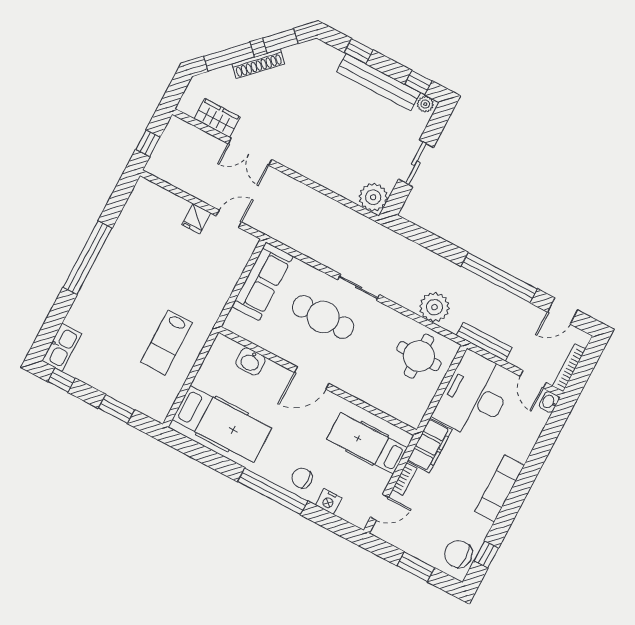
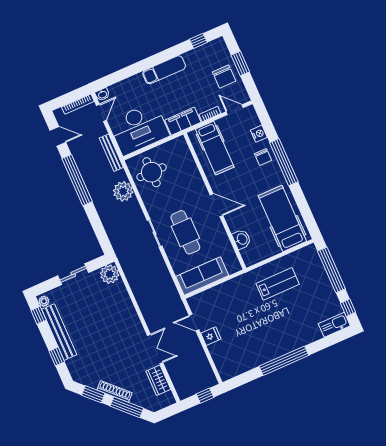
window: (116, 409) -> (331, 270), width x2.11
chair: (458, 554) -> (224, 76), moved

